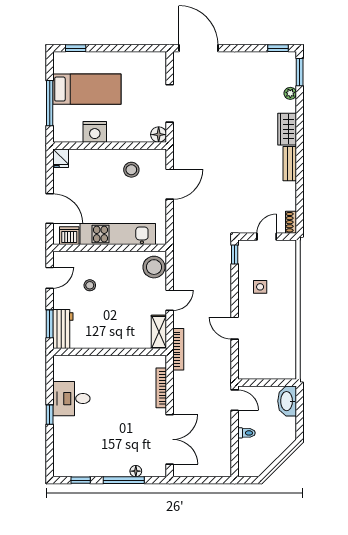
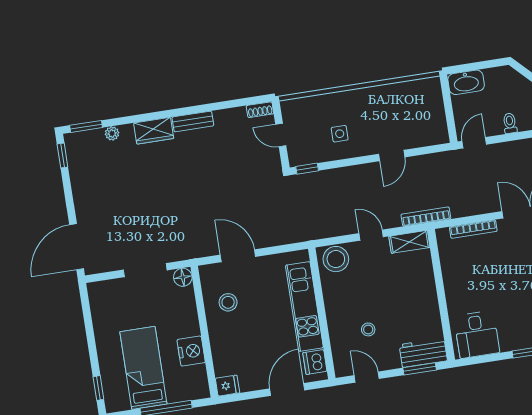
desk: (71, 399) -> (477, 334), moved

